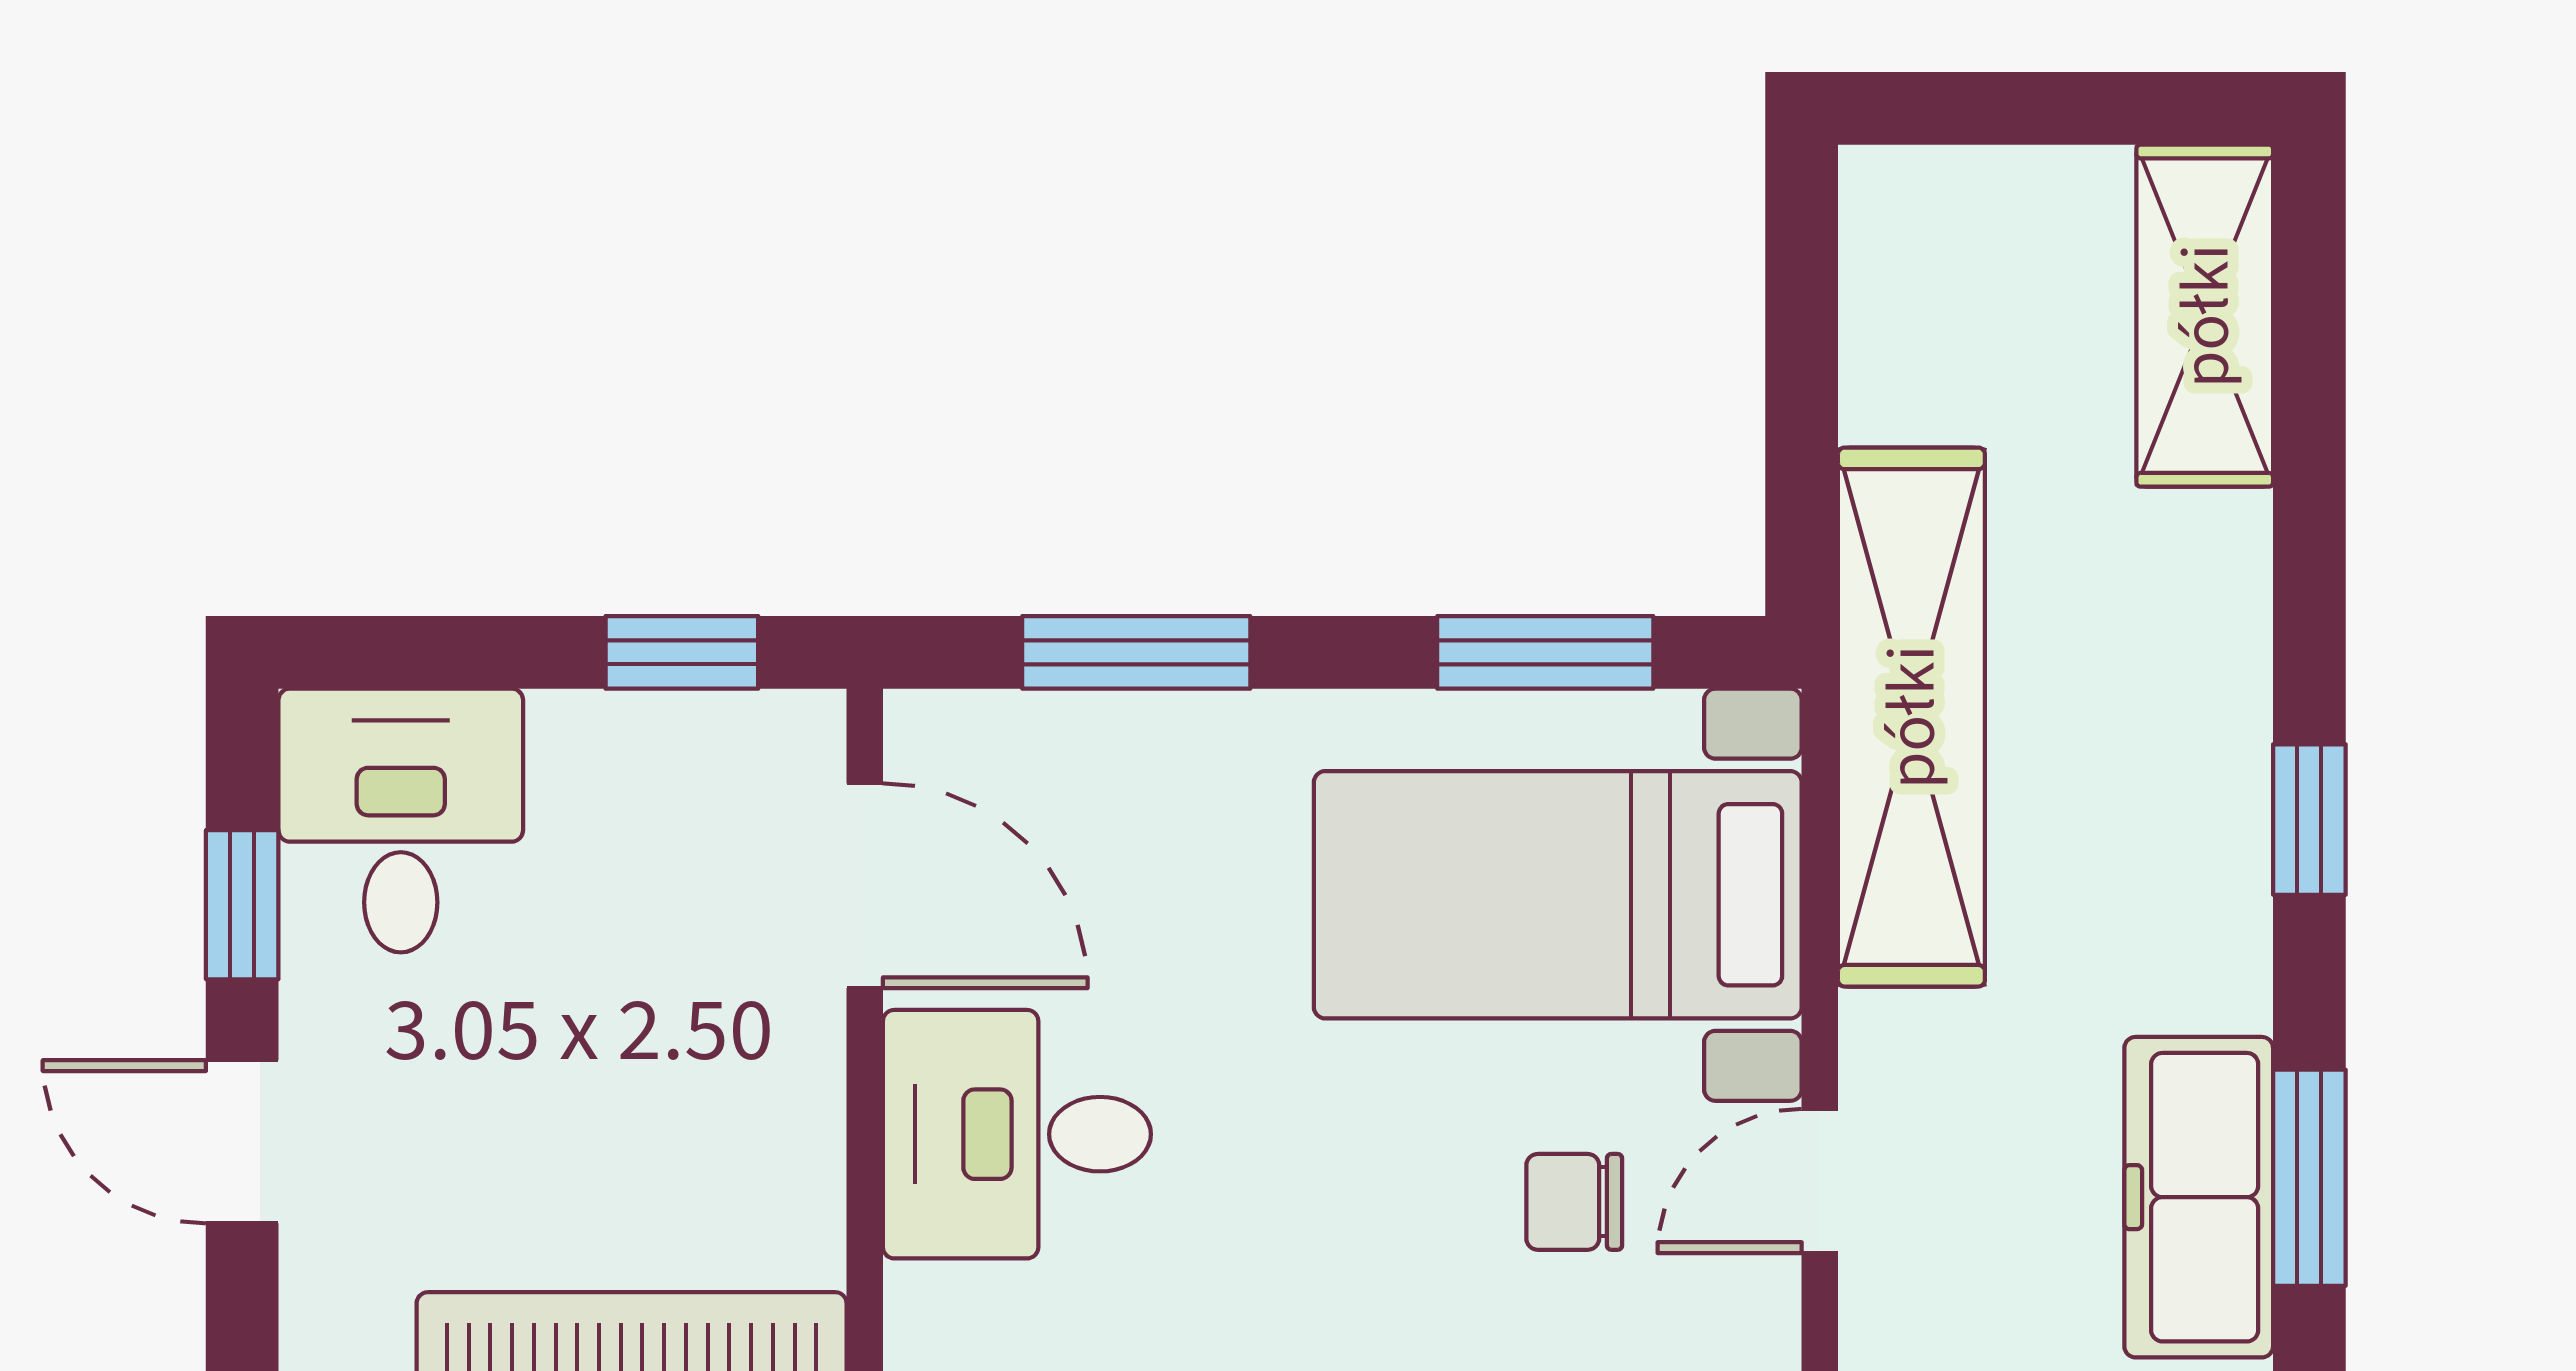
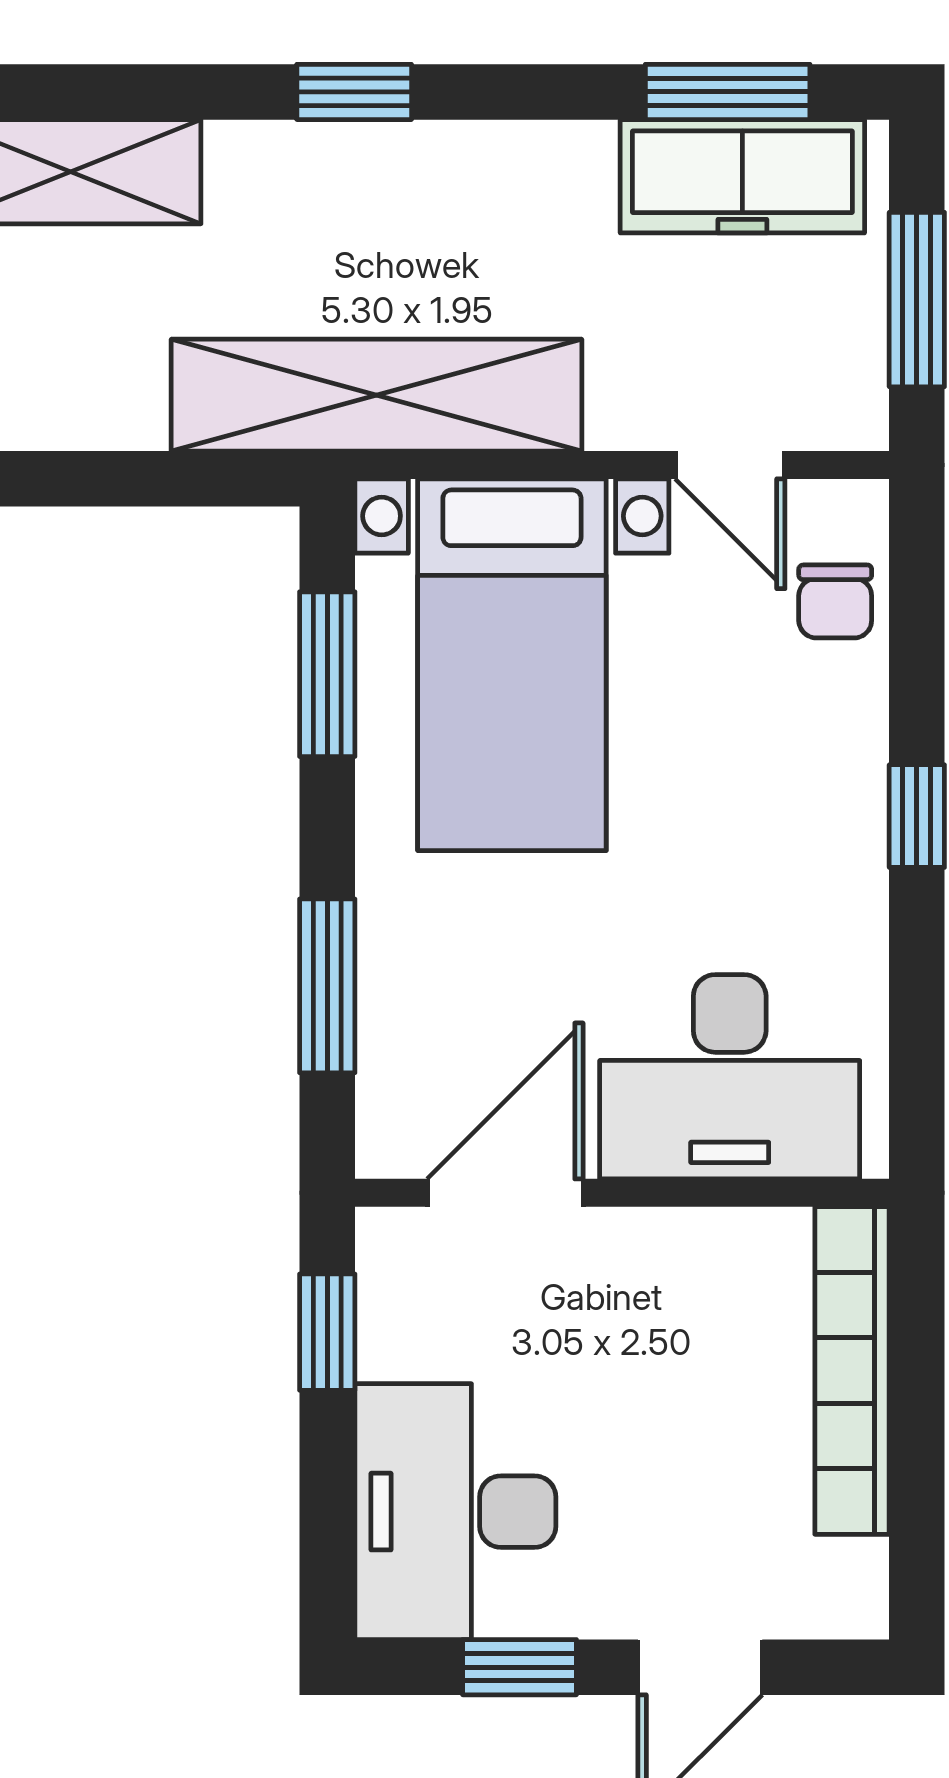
window: (2309, 820) -> (354, 92), moved
desk: (401, 821) -> (455, 1512), width x1.37
desk: (1017, 1134) -> (730, 1077), width x1.37
chair: (1574, 1202) -> (835, 601), moved

